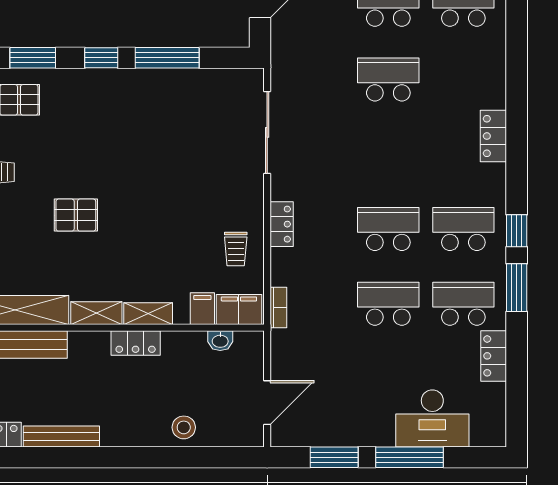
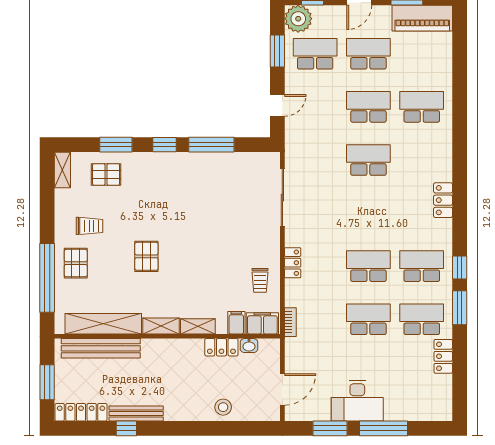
pallet: (76, 215) -> (146, 256), turned 90
locker: (136, 343) -> (221, 347), moved
desk: (432, 418) -> (357, 401), moved
window: (47, 457) -> (126, 428), added

